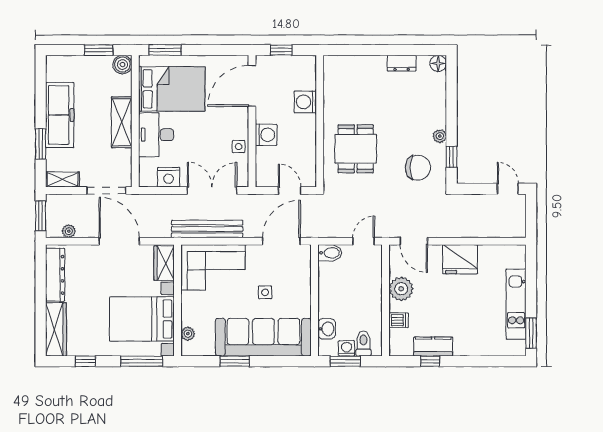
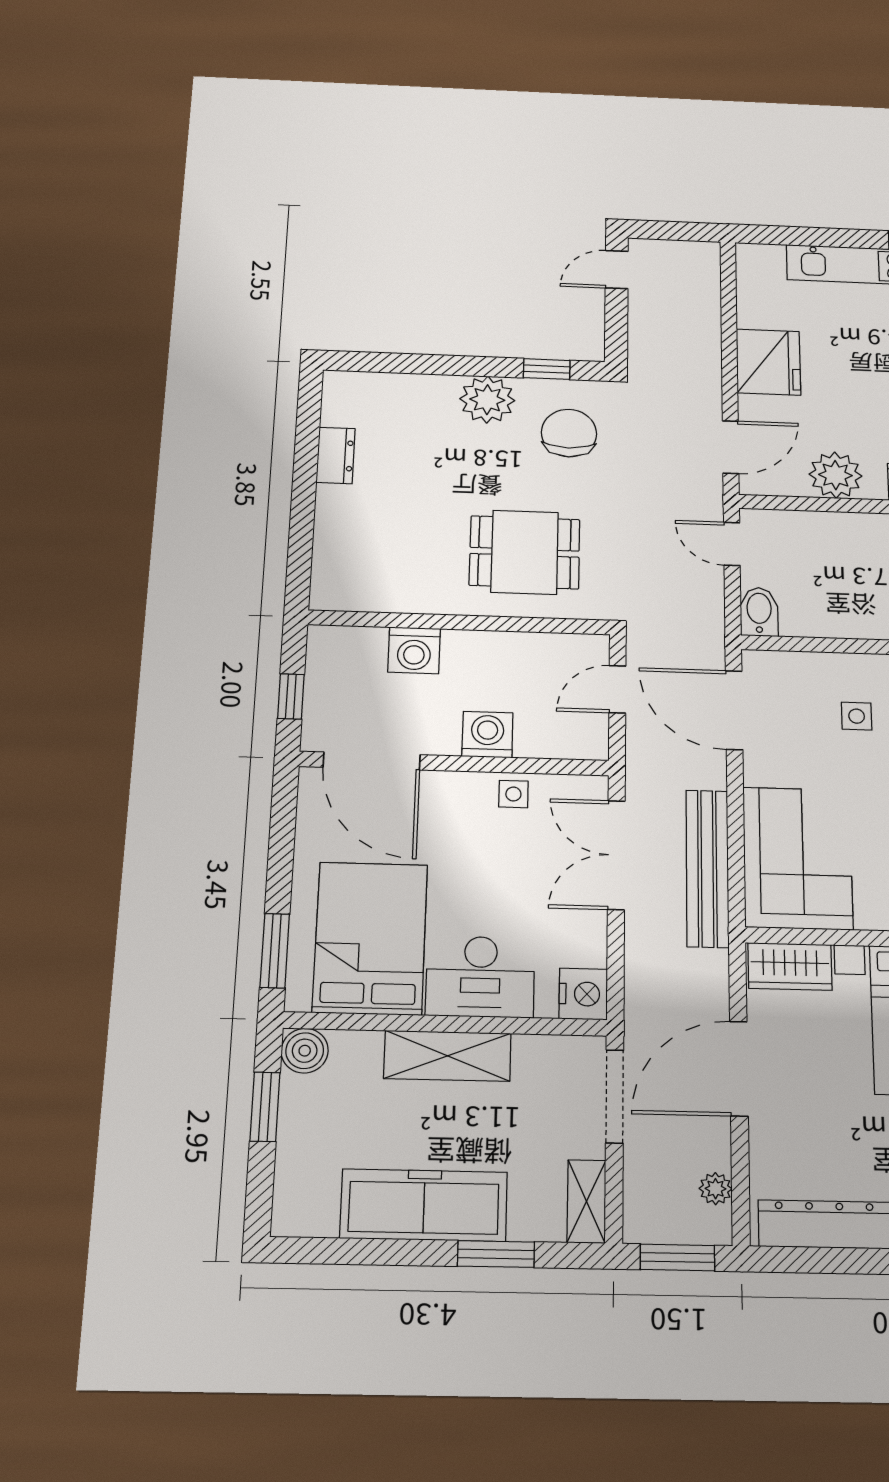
floor lamp: (438, 63) -> (340, 386), removed
plant: (440, 136) -> (487, 400), width x1.87, depth x1.87
nightstand: (169, 177) -> (583, 994), moved
side table: (265, 292) -> (857, 716), moved

